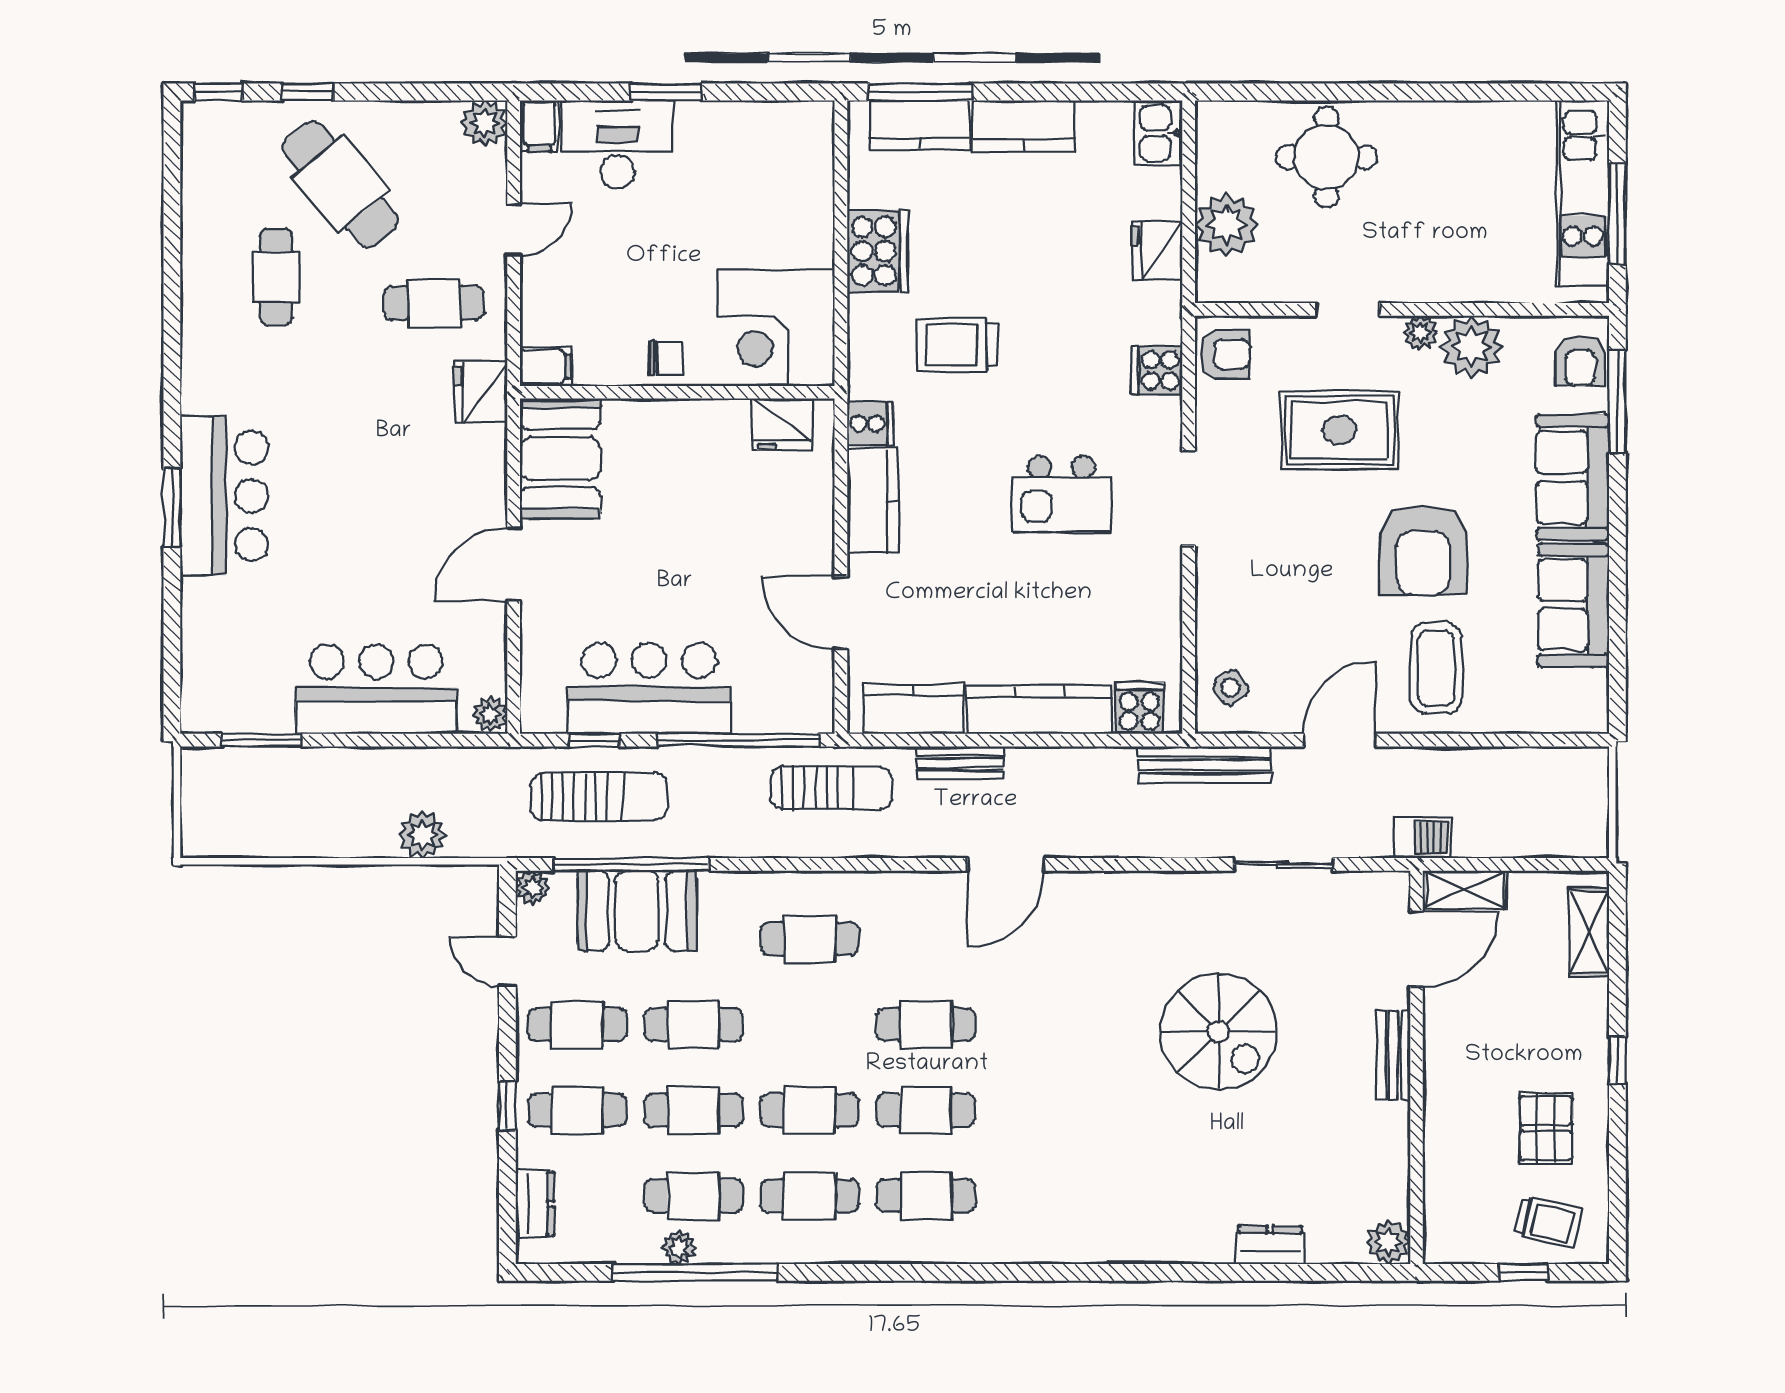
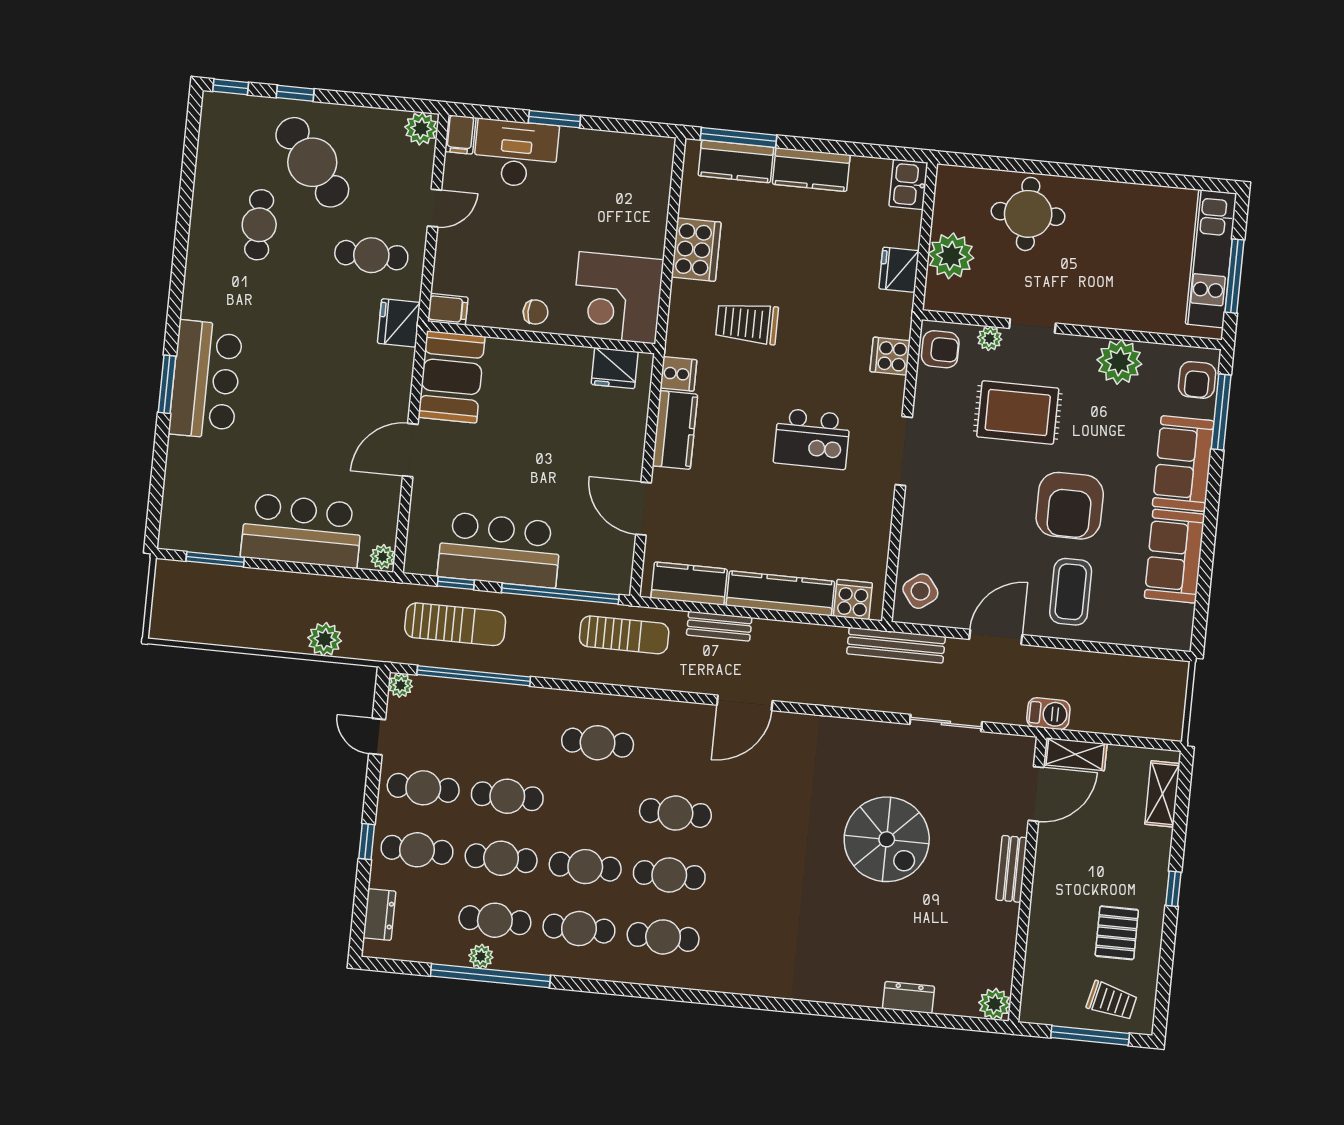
plant: (1420, 333) -> (990, 338), moved
side table: (1231, 688) -> (920, 591), width x1.37, depth x1.37
booth: (637, 911) -> (475, 710), removed
window: (1523, 1272) -> (1090, 1036), width x2.17

